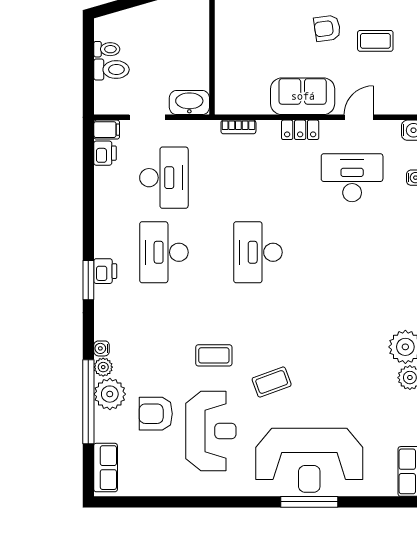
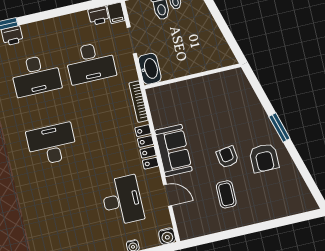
bookcase: (238, 127) -> (139, 102), width x1.56
locker: (300, 130) -> (147, 147), width x1.53
desk: (164, 252) -> (36, 75), turned 180

